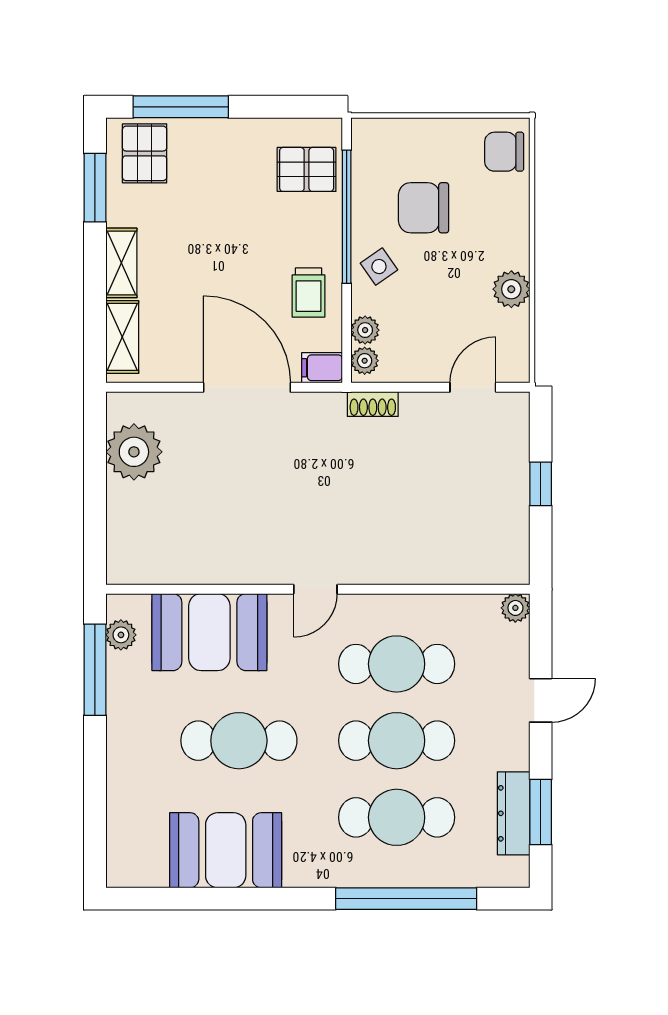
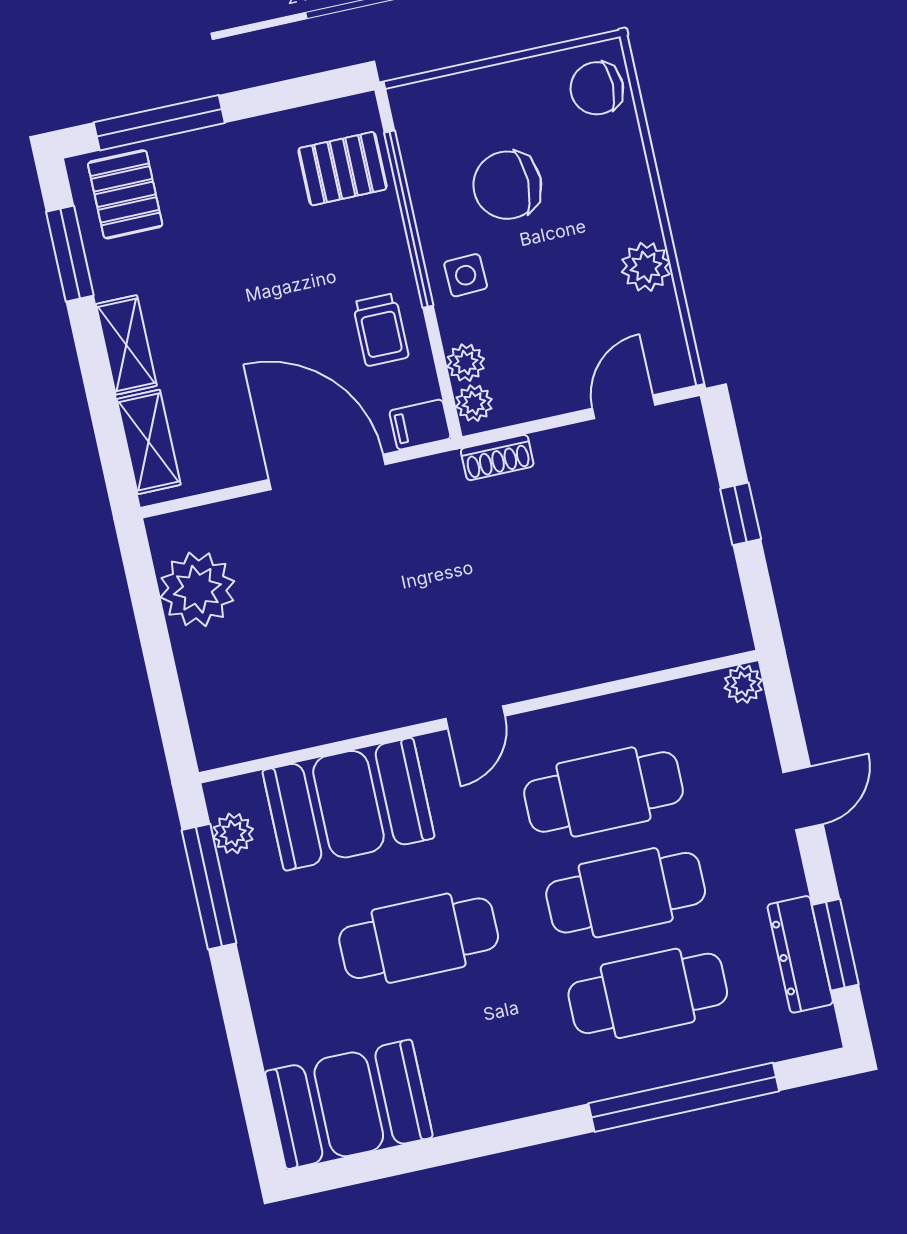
side table: (379, 267) -> (466, 275), turned 33
booth: (226, 850) -> (349, 1104), moved

